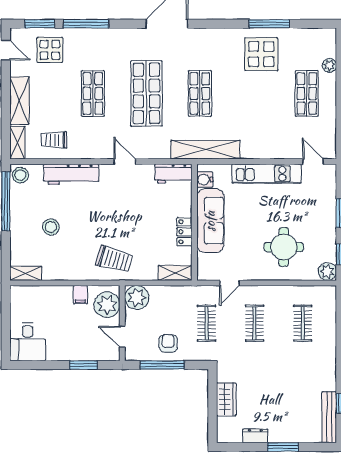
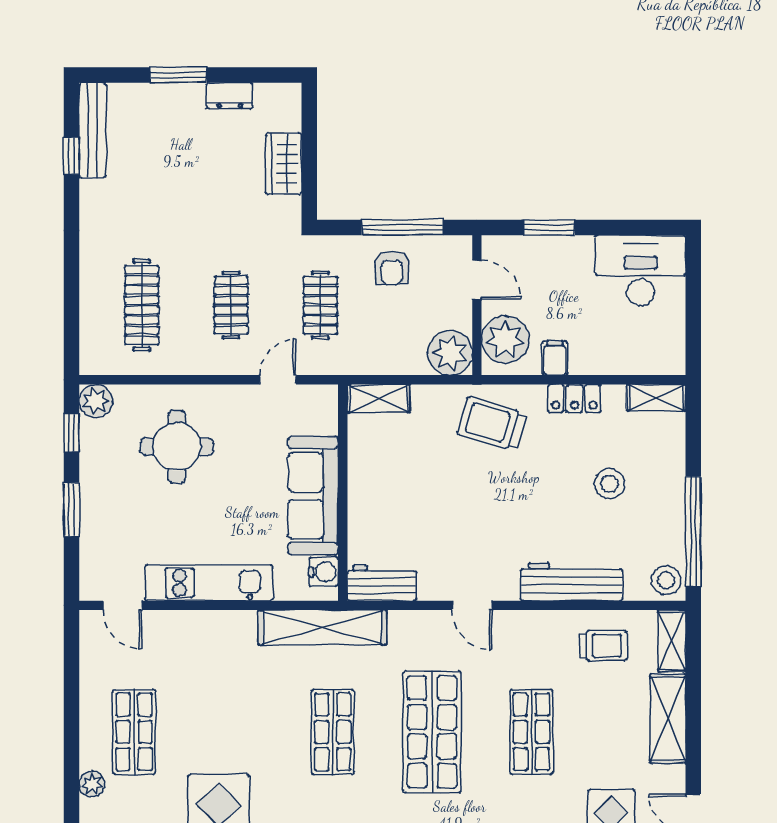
locker: (184, 232) -> (575, 398), moved, turned 90
clothes rail: (303, 323) -> (142, 305), width x1.36
desk: (28, 342) -> (641, 270), width x1.37

